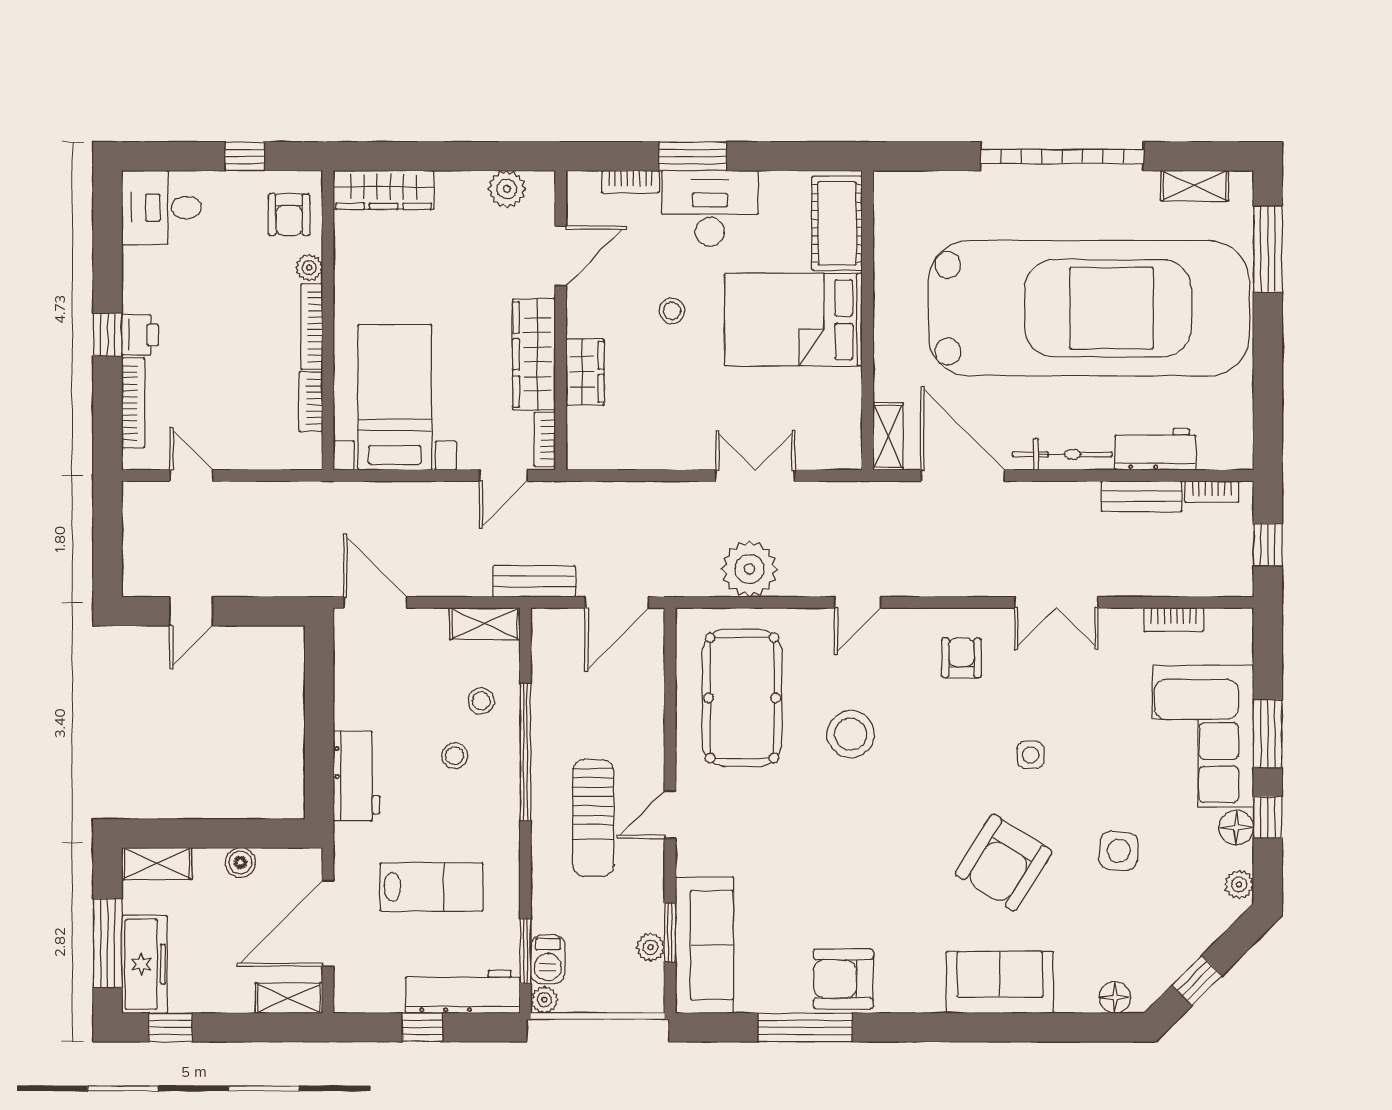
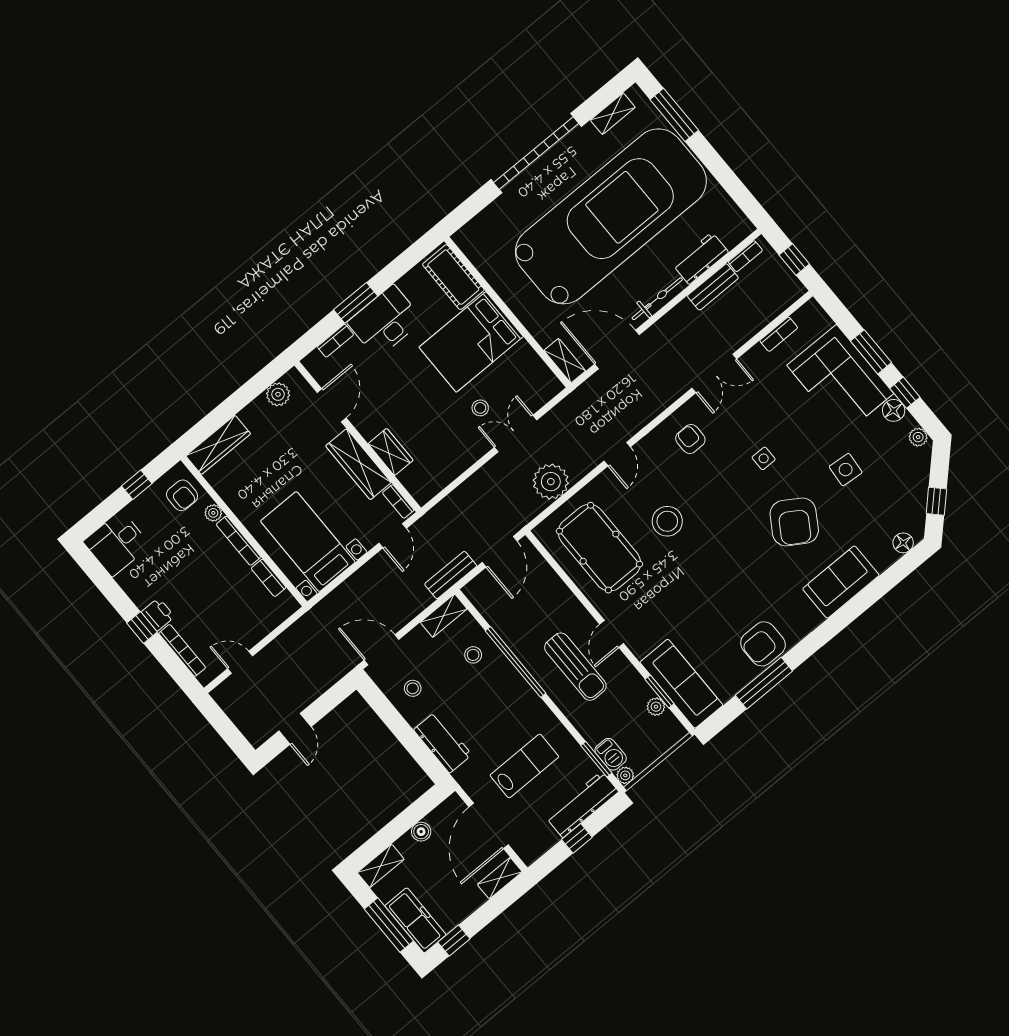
stool: (672, 311) -> (480, 408), moved
stool: (455, 756) -> (413, 688), moved

